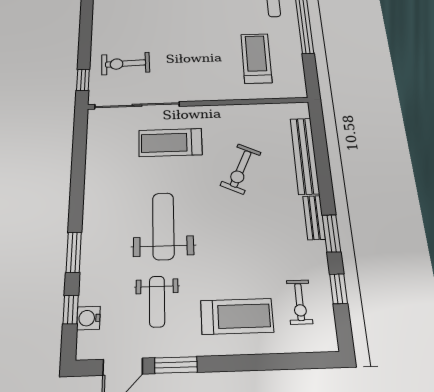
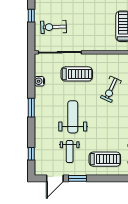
window: (83, 80) -> (31, 16), moved
treadmill: (170, 143) -> (77, 74), turned 180
window: (74, 252) -> (31, 108), moved
water cooler: (88, 318) -> (39, 81), moved

